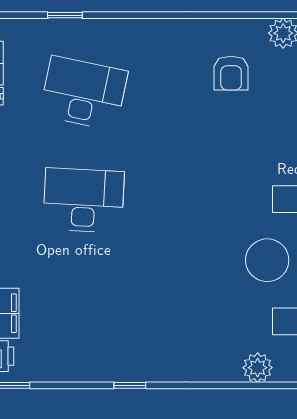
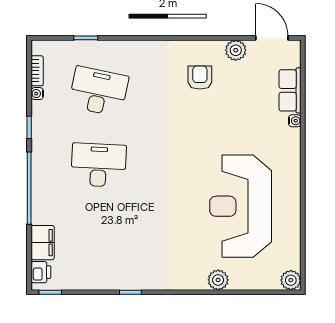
armchair: (231, 73) -> (200, 78), turned 180

